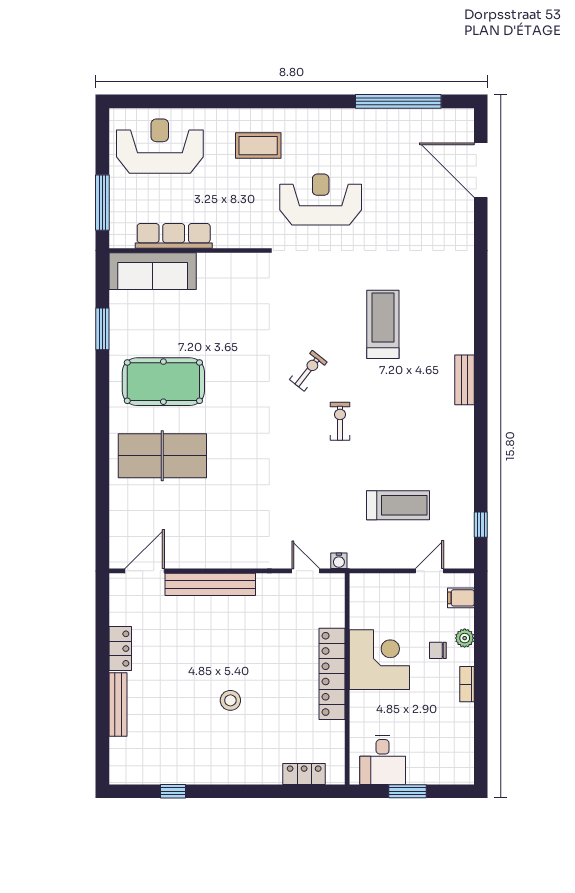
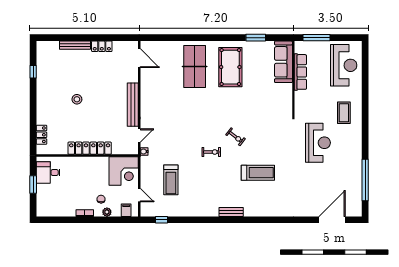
bench: (210, 584) -> (133, 105), moved
corner desk: (379, 660) -> (124, 171), moved

